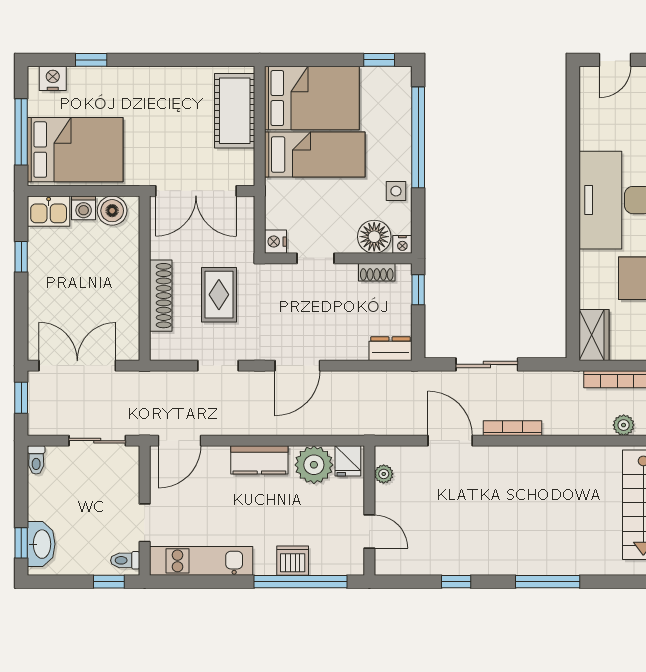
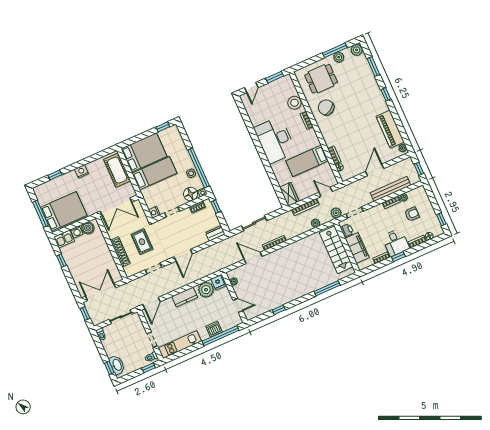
nightstand: (53, 78) -> (82, 171), moved
window: (418, 137) -> (199, 168), moved
window: (548, 582) -> (327, 288), moved

